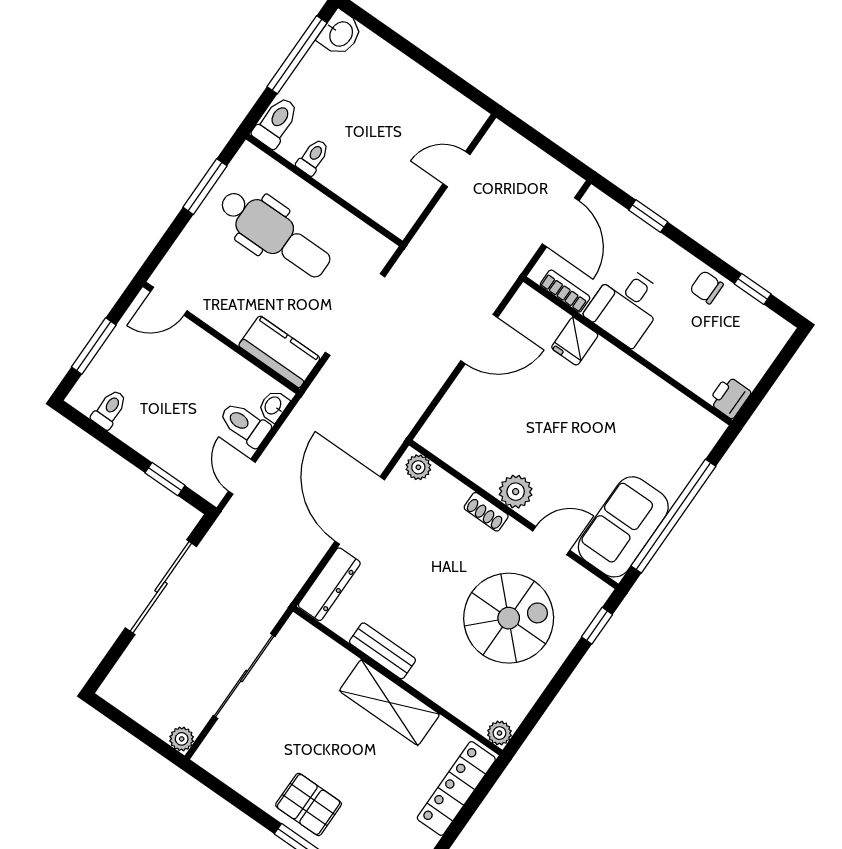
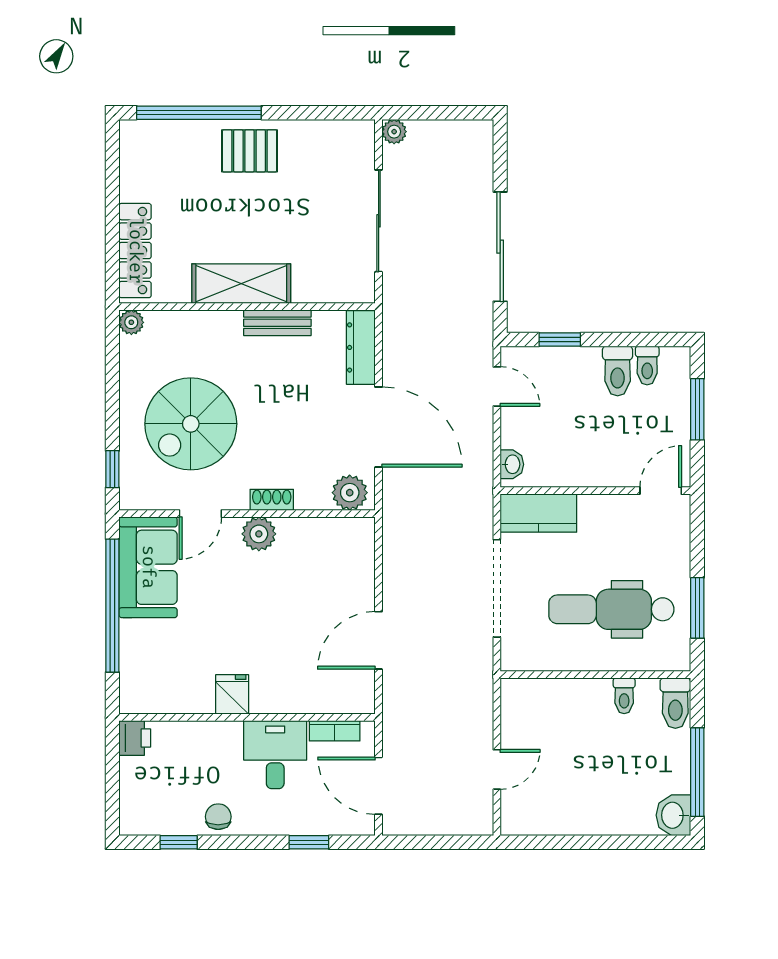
chair: (707, 287) -> (218, 817), turned -90
fridge: (575, 341) -> (232, 694), moved
toilet: (245, 424) -> (618, 371), moved, turned 90
plant: (418, 467) -> (350, 493), width x1.38, depth x1.38

